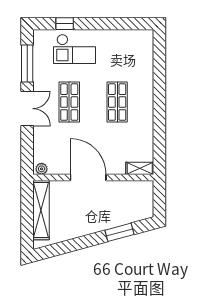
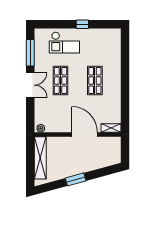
window: (65, 24) -> (82, 24), moved
door: (88, 177) -> (85, 135), moved
window: (119, 232) -> (76, 179), moved

